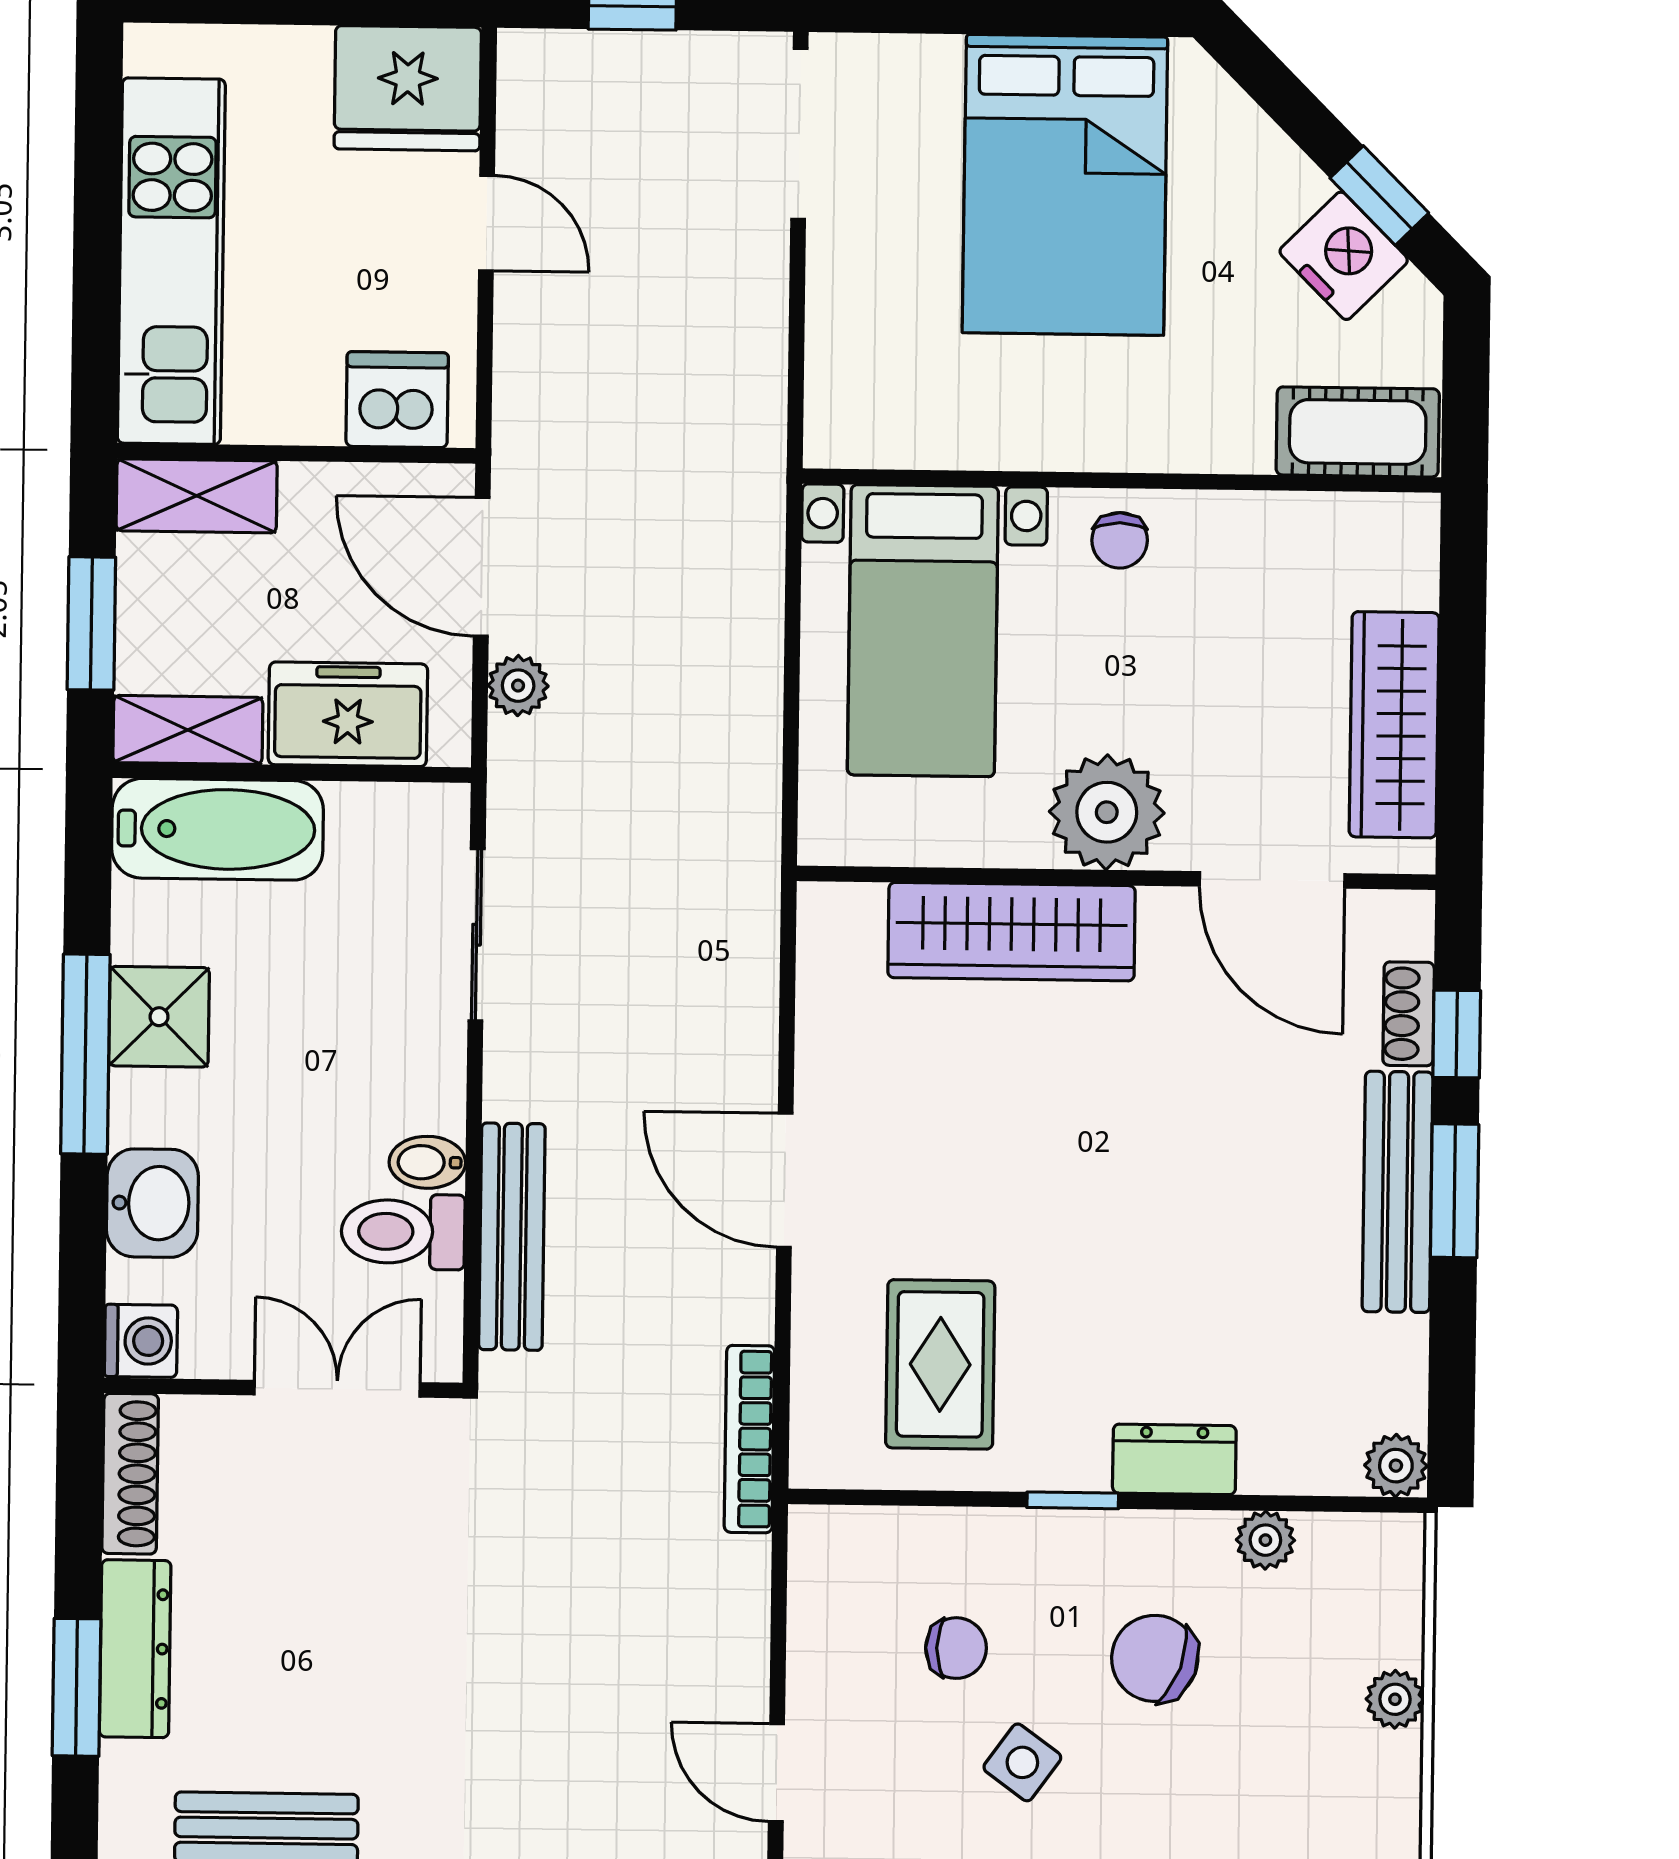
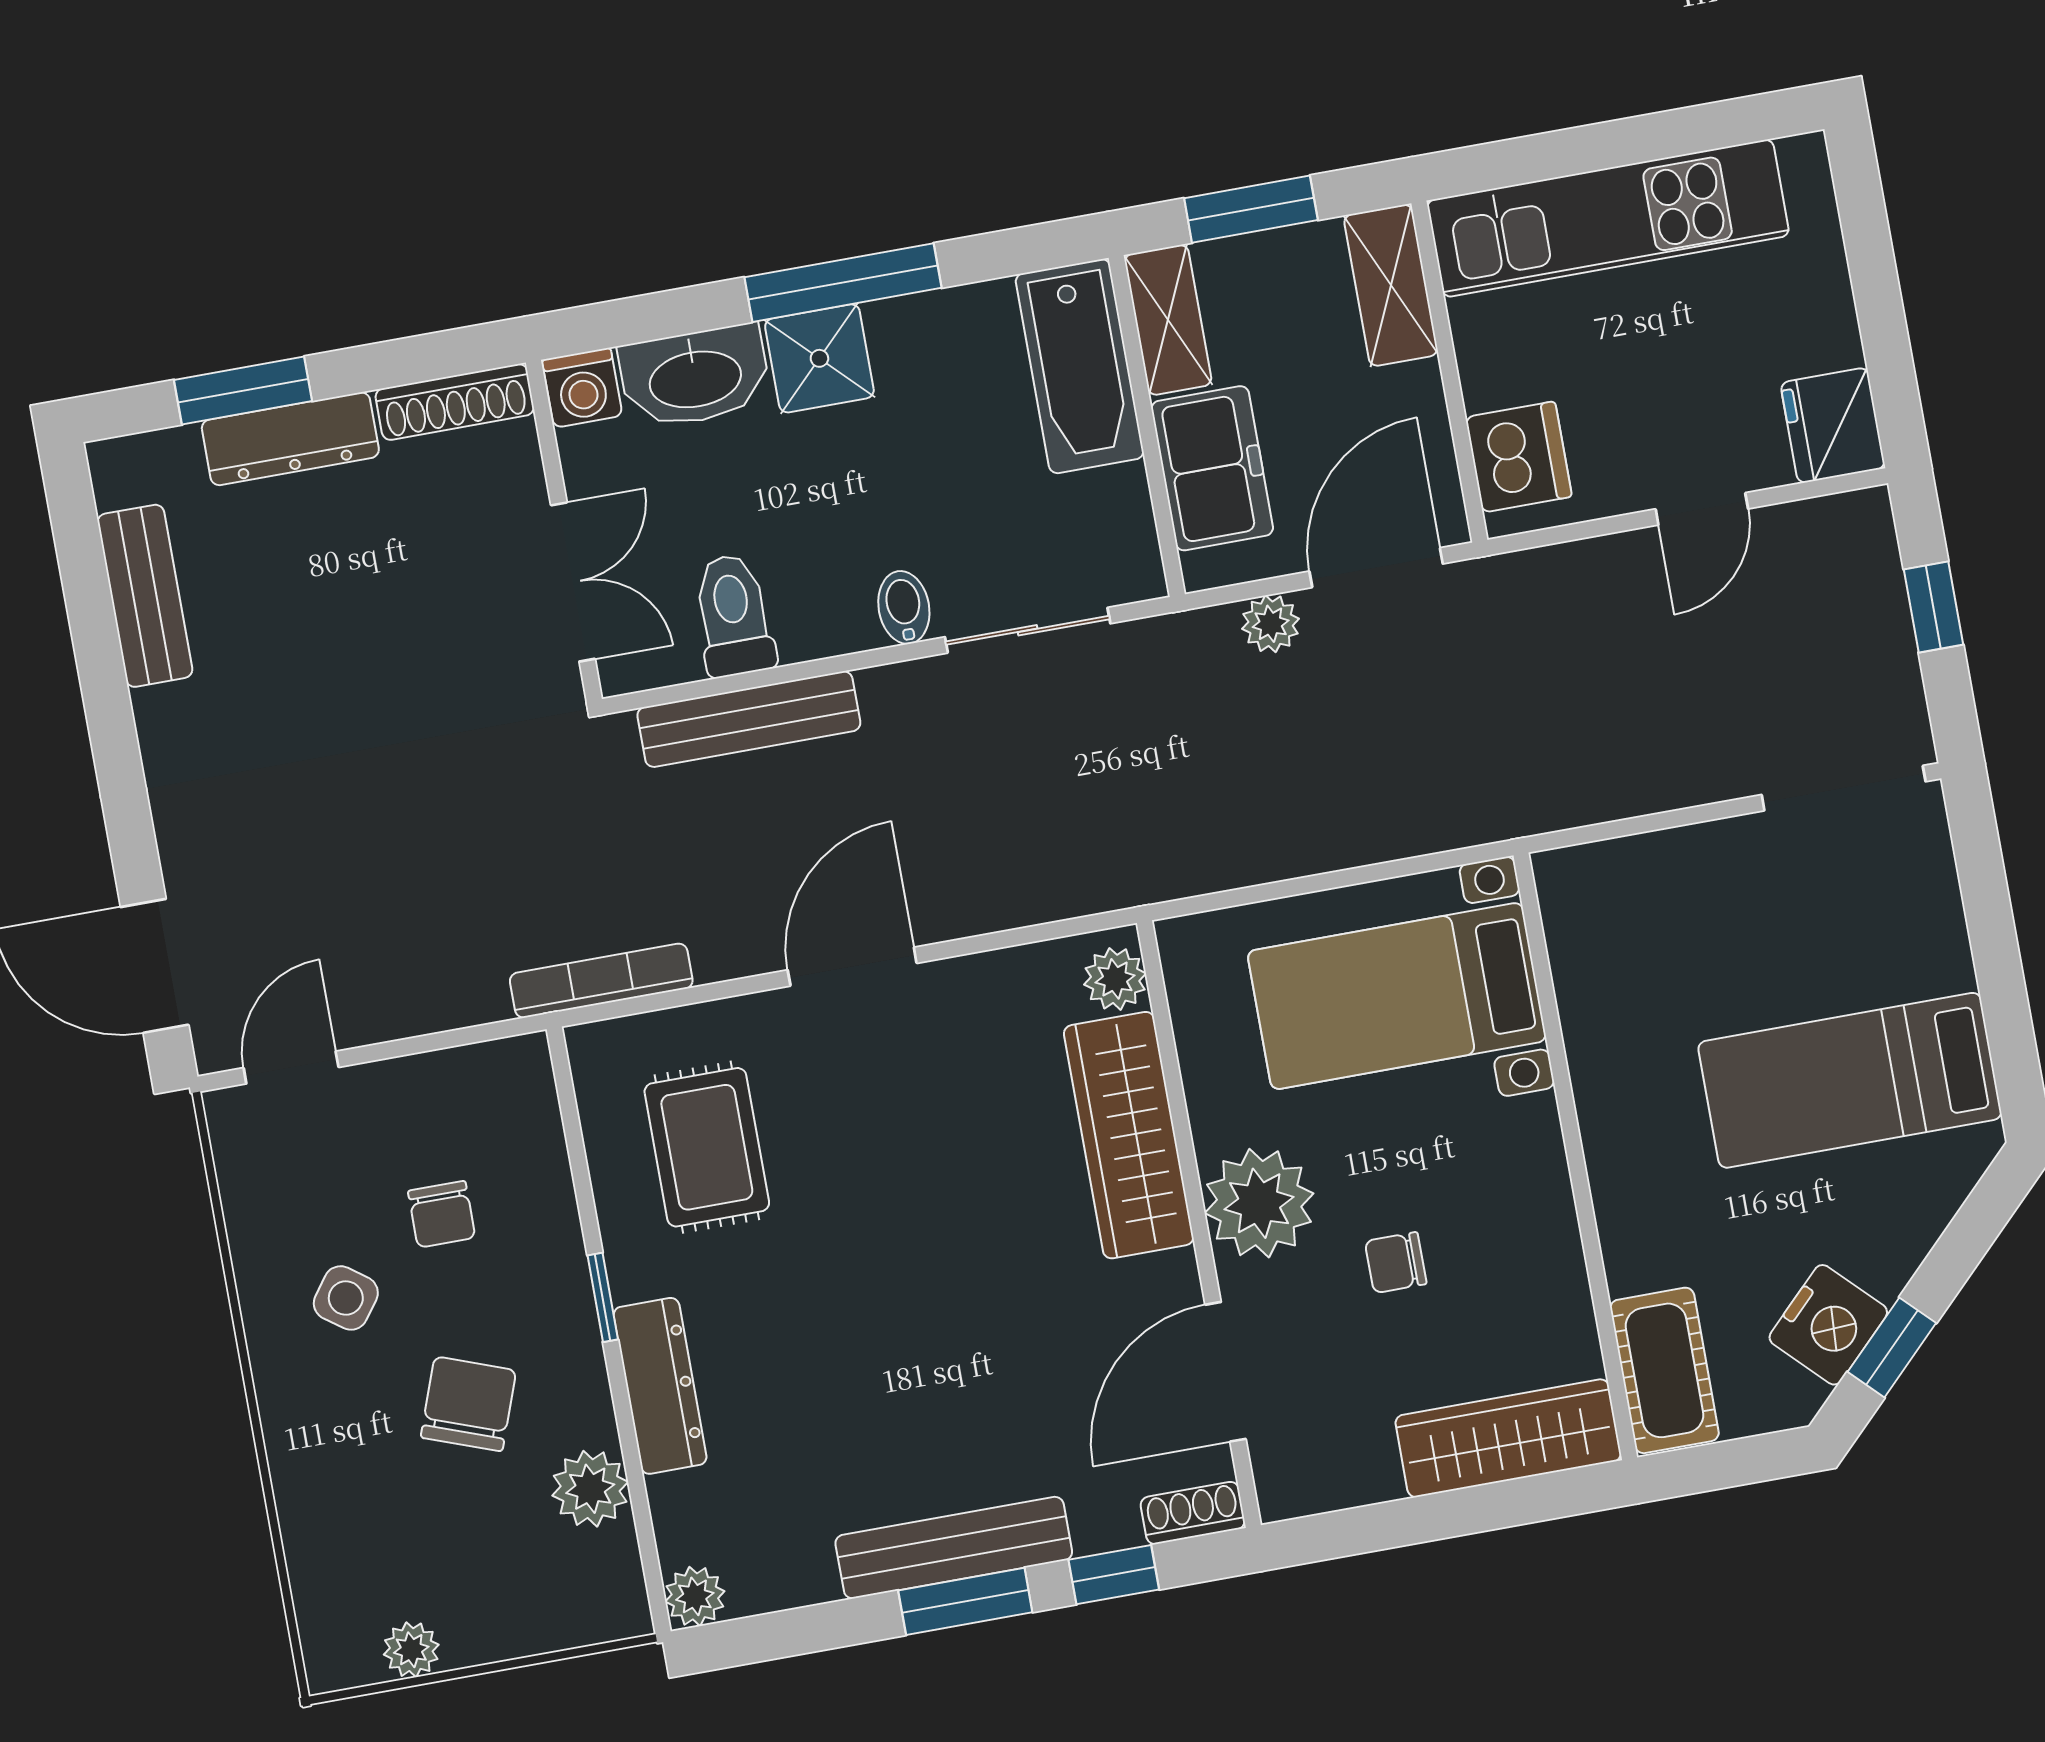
fridge: (408, 88) -> (1833, 425), width x0.73, depth x0.75
bed: (1065, 185) -> (1850, 1080), width x0.67
chair: (1120, 540) -> (1396, 1263), moved
wardrobe: (1394, 725) -> (1508, 1438), moved
plant: (849, 915) -> (1115, 979), added
shoe rack: (1409, 1014) -> (1193, 1513), moved
shower: (159, 1017) -> (819, 358), moved
bidet: (427, 1162) -> (904, 607), moved
washbasin: (152, 1203) -> (695, 377), width x1.38
rug: (940, 1364) -> (707, 1147), turned 90
dresser: (1174, 1459) -> (660, 1386), width x1.44
plant: (1265, 1540) -> (590, 1489), width x1.38, depth x1.38
plant: (1395, 1699) -> (411, 1650), moved

